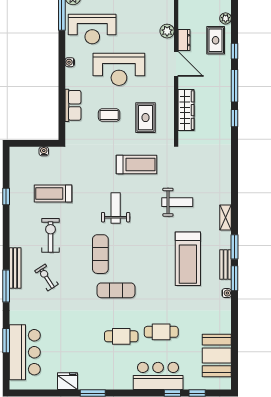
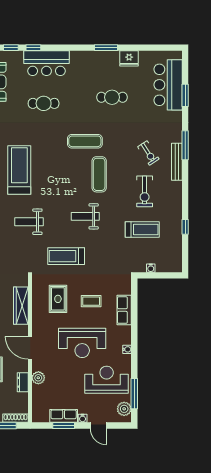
dresser: (184, 40) -> (23, 382), moved
reception desk: (119, 69) -> (82, 343), turned 180
weight bench: (116, 208) -> (85, 216), turned 90
cafe table: (121, 336) -> (112, 97), moved

